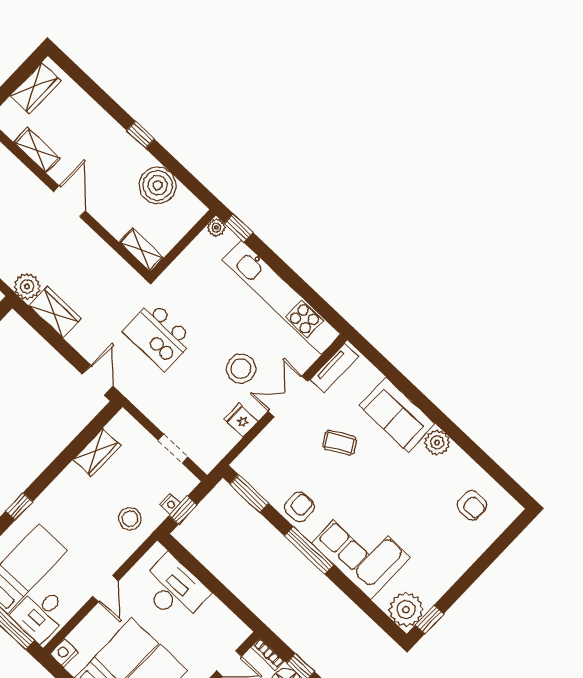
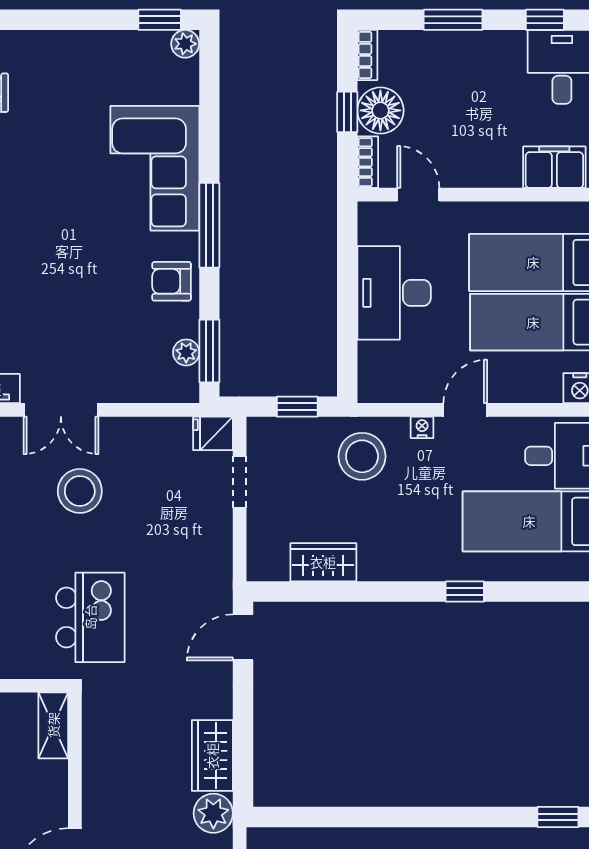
kitchen island: (158, 335) -> (90, 617), moved
fridge: (241, 420) -> (213, 433), moved, turned 90
coffee table: (340, 443) -> (58, 304), removed
plant: (259, 482) -> (186, 352), added
nightstand: (170, 504) -> (422, 427), moved
stool: (130, 519) -> (362, 456), width x1.38, depth x1.38
desk: (174, 589) -> (394, 293), moved
plant: (406, 610) -> (185, 44), width x0.53, depth x0.53

